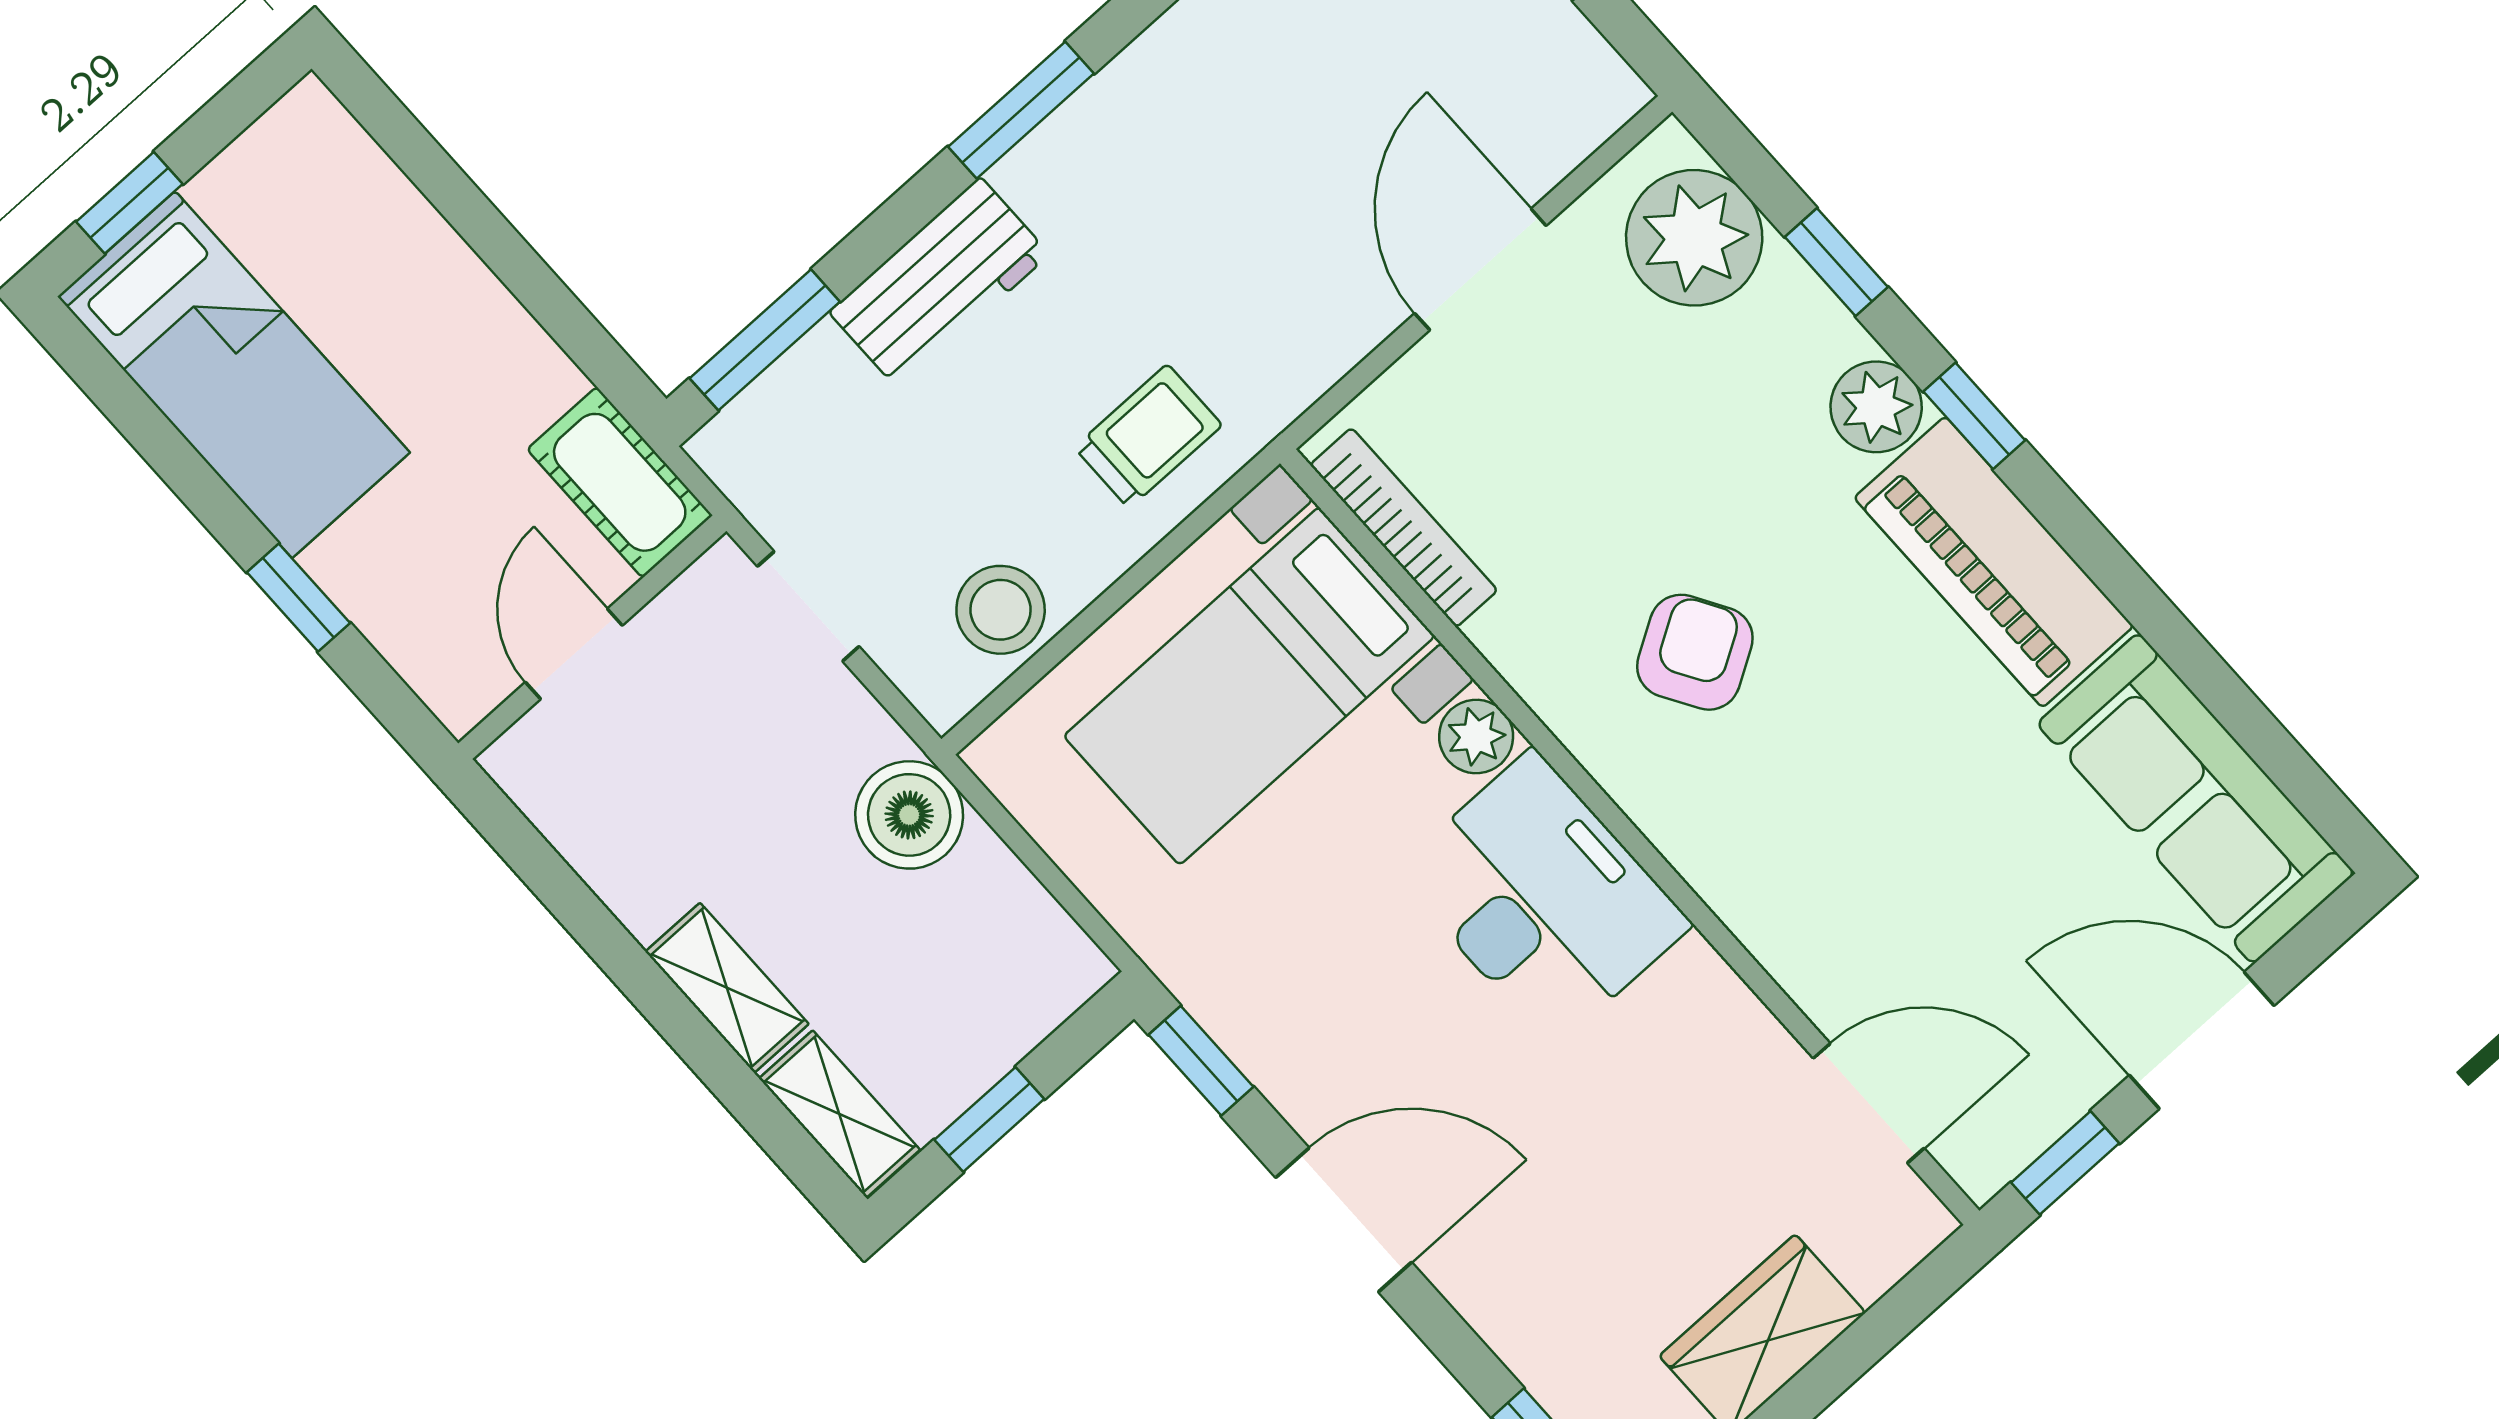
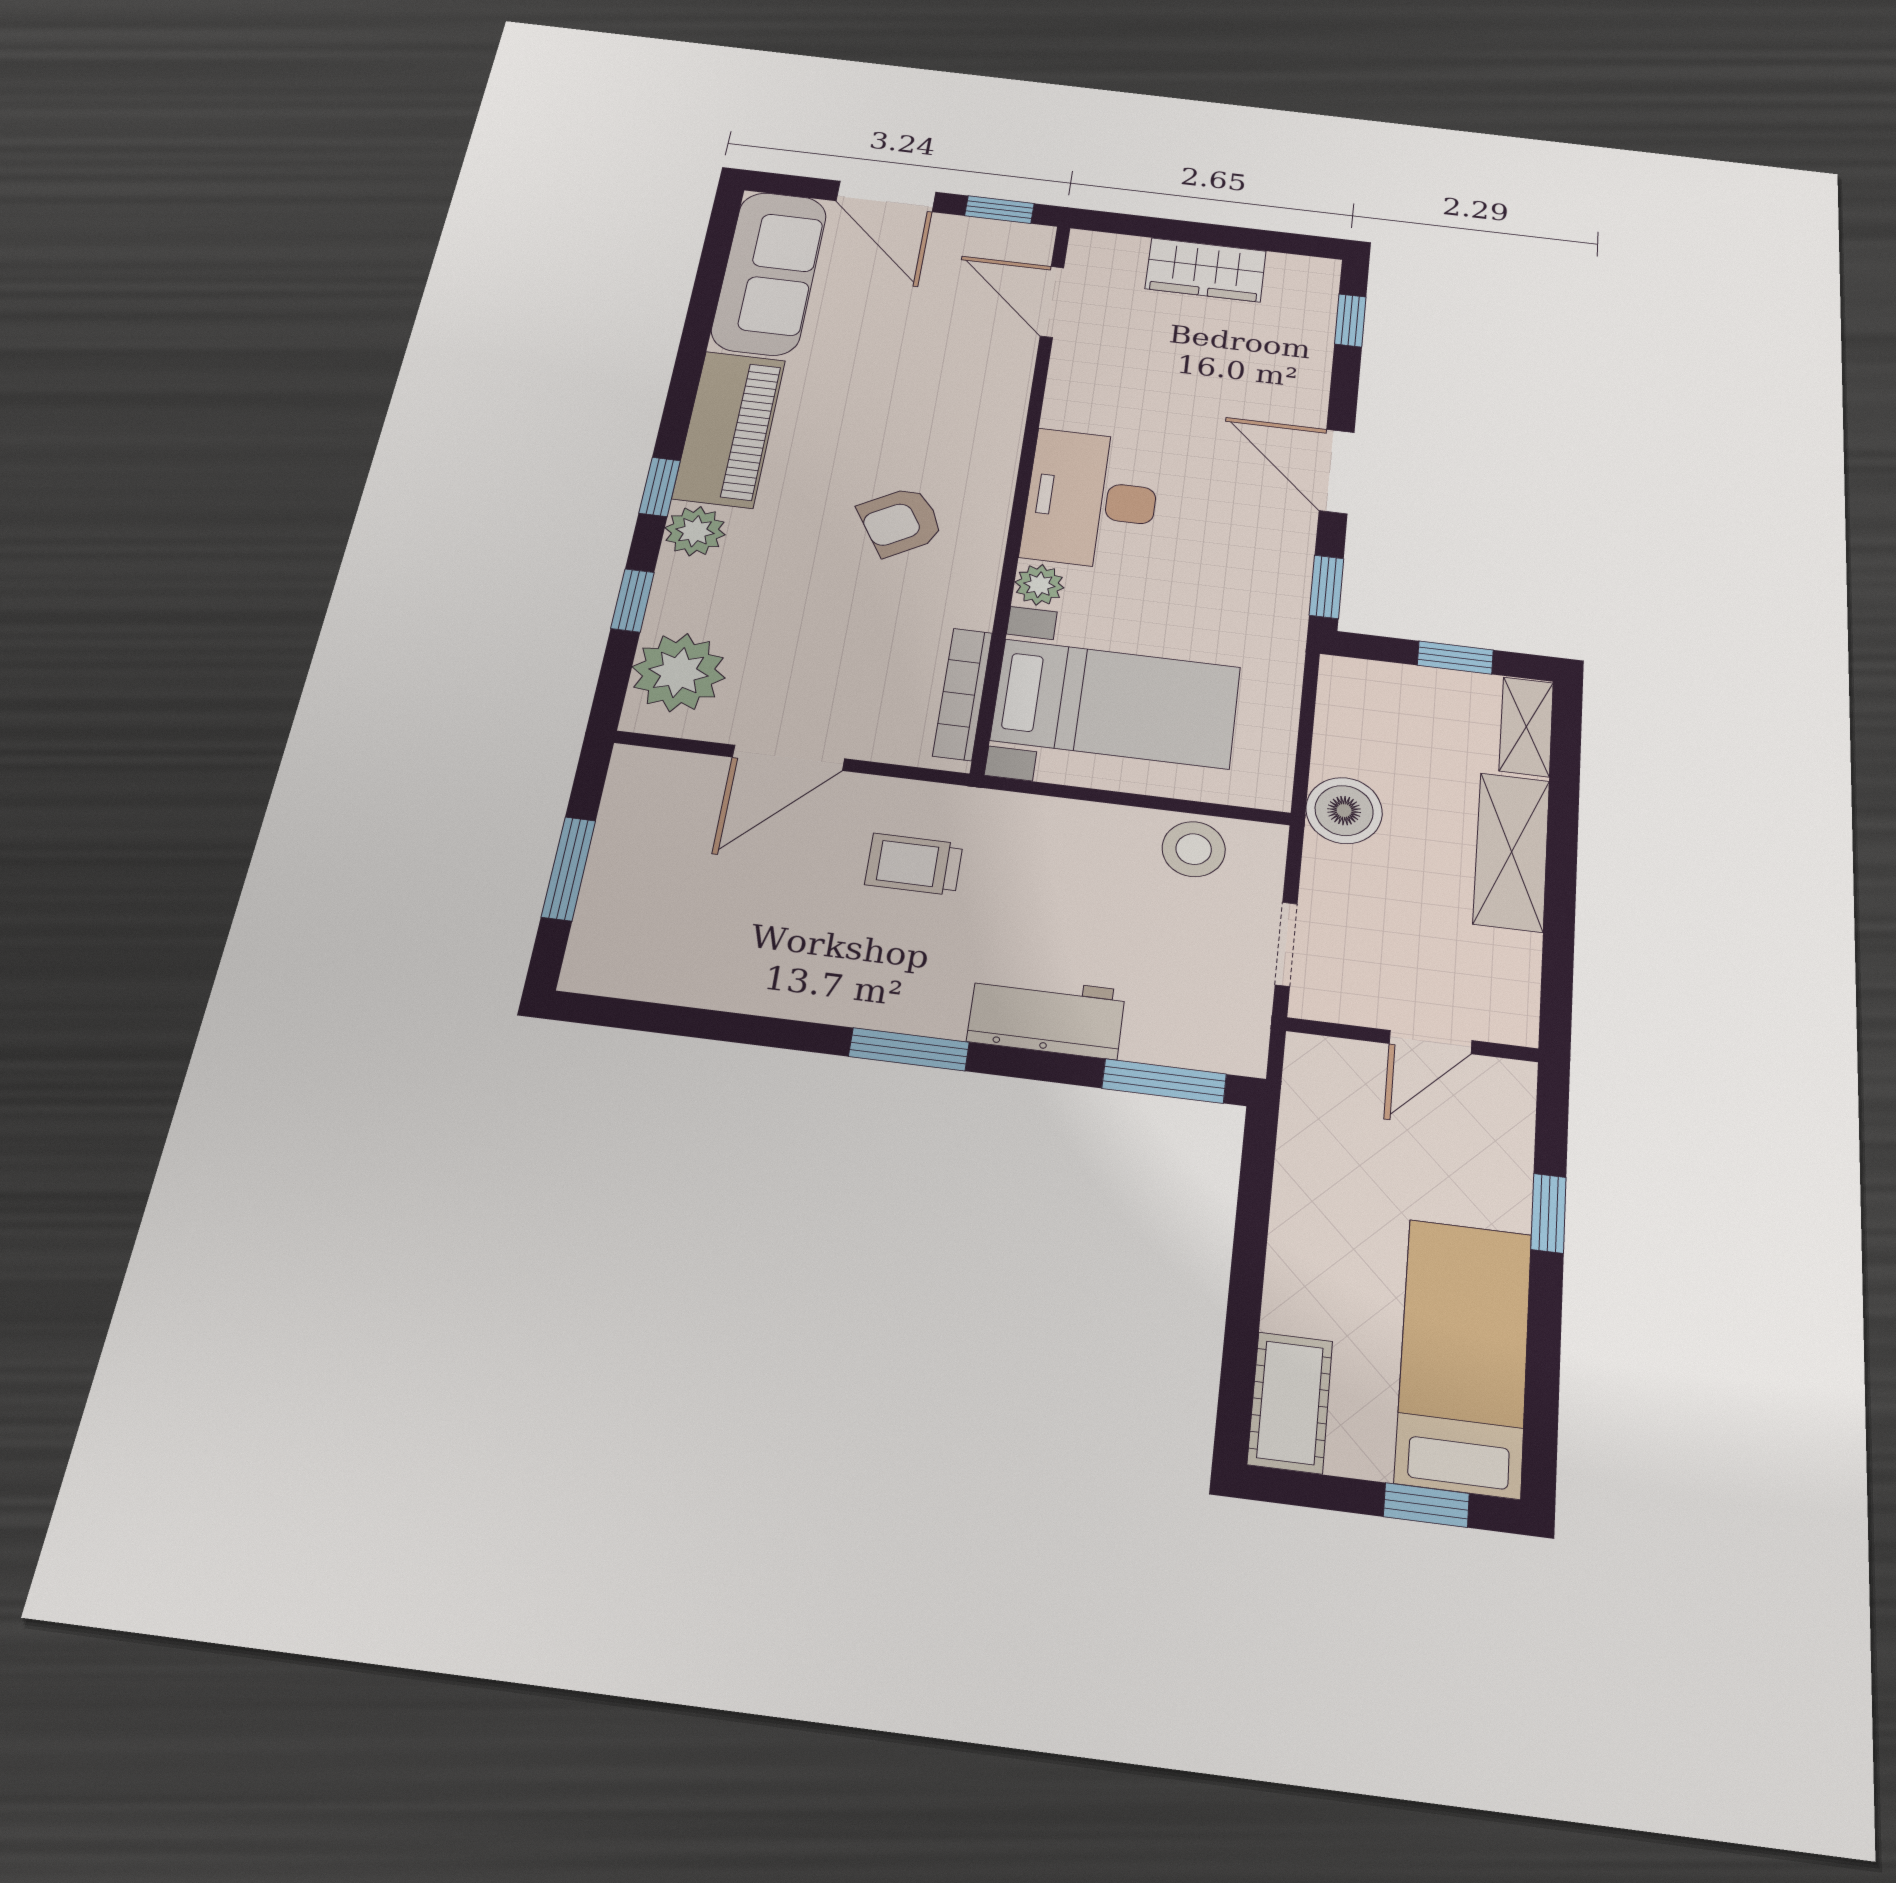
trolley: (1148, 436) -> (914, 864), moved
cot: (620, 482) -> (1290, 1402), moved
shelving: (727, 988) -> (1511, 852), width x1.50, depth x1.33

